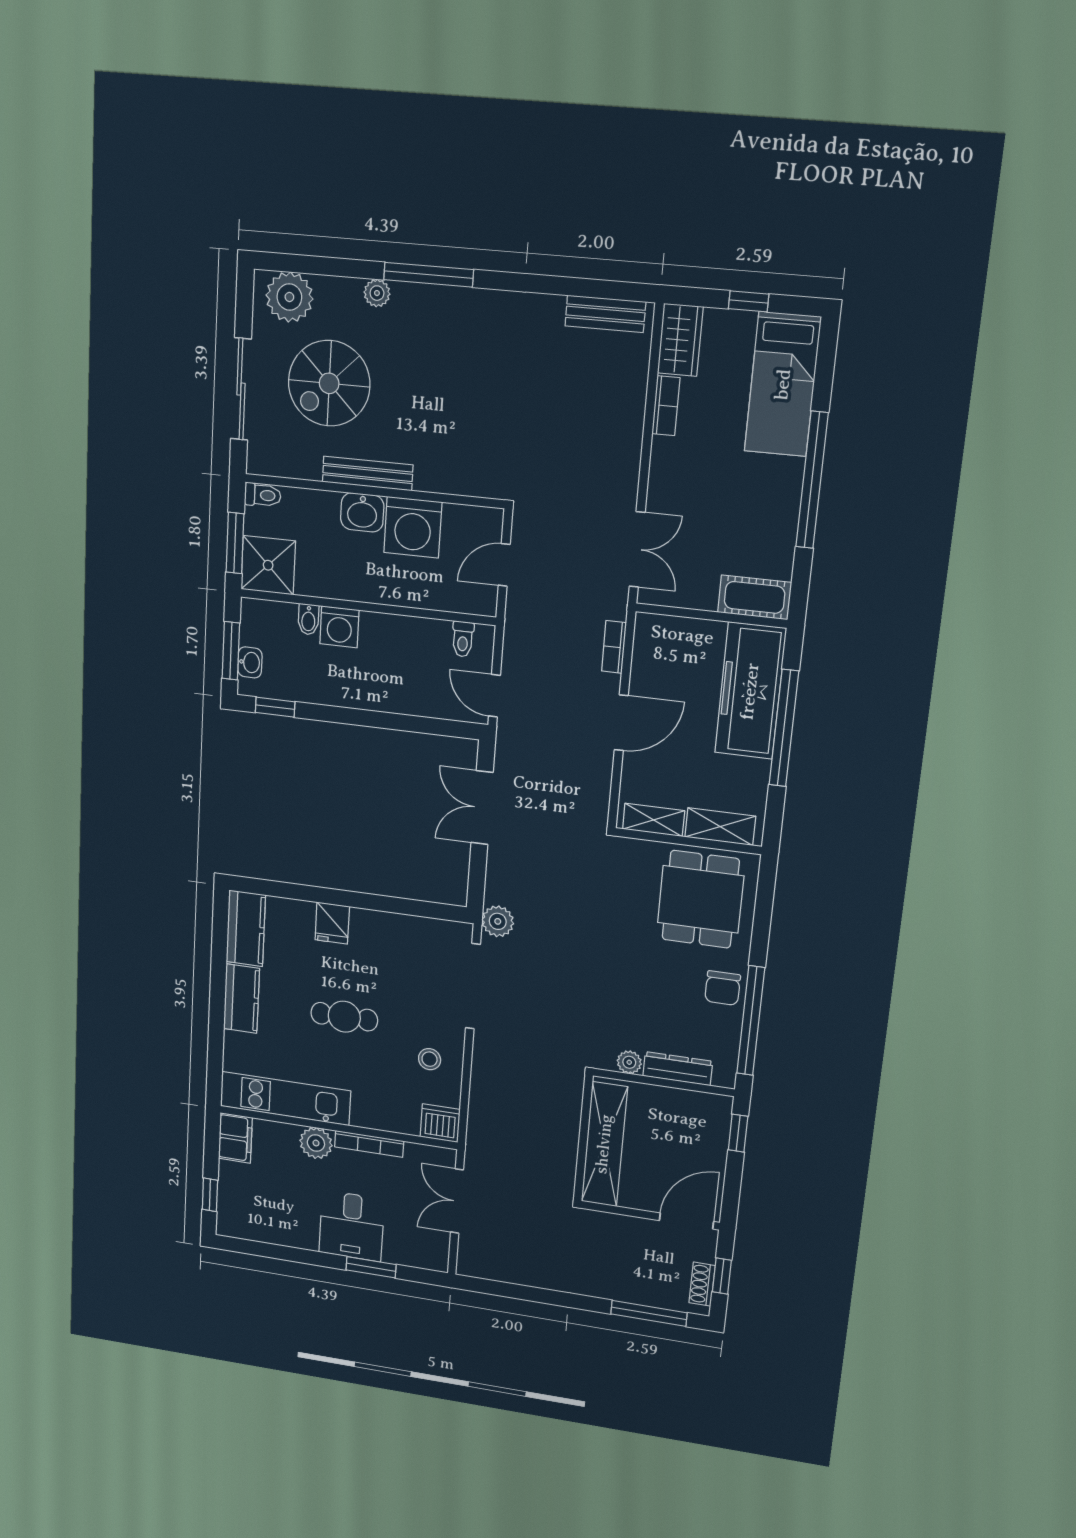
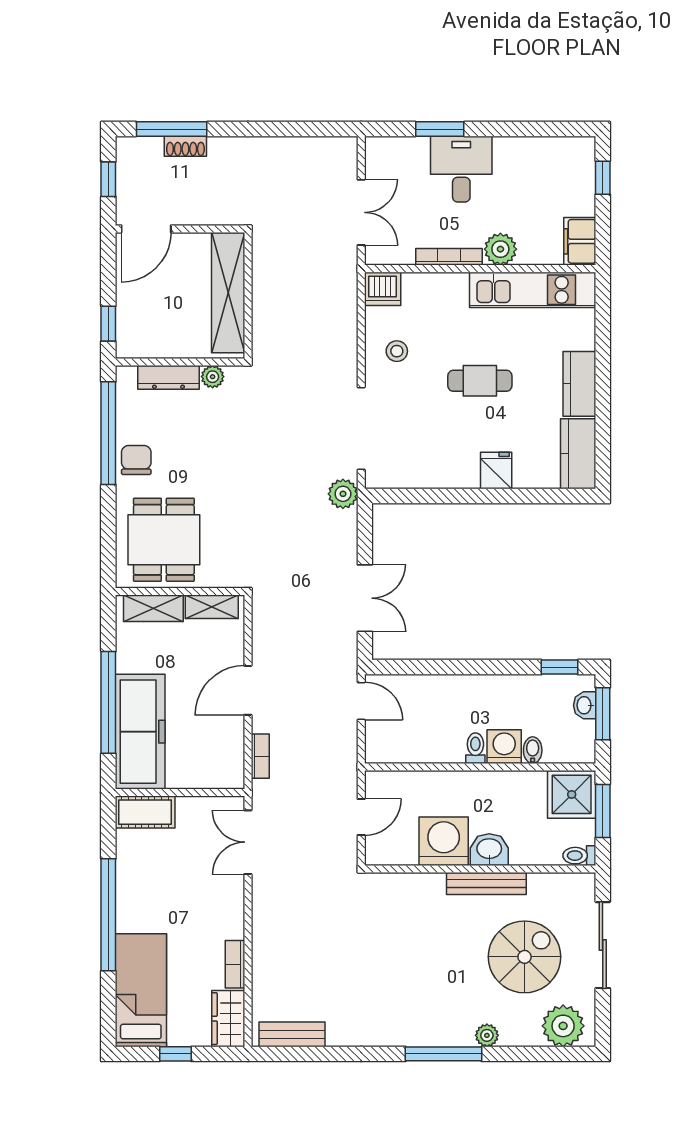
toilet: (463, 639) -> (475, 748), moved
shoe rack: (702, 1284) -> (185, 146), moved, turned 90

